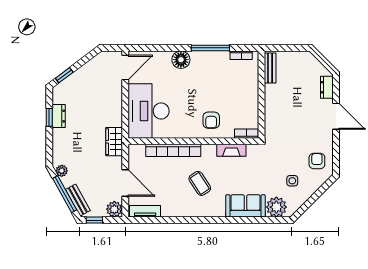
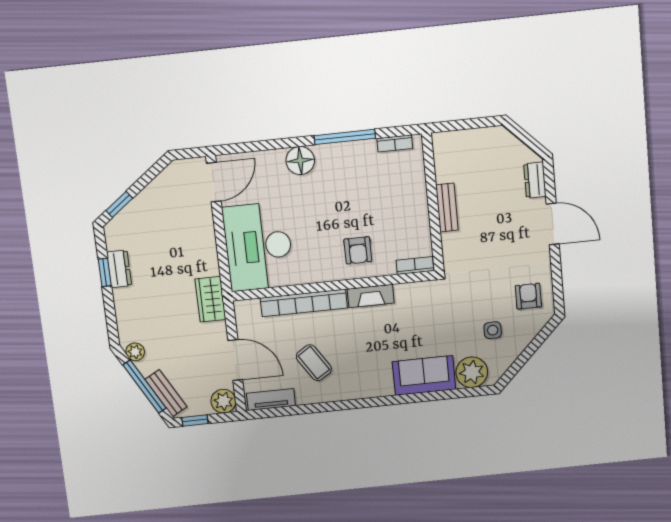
bench: (270, 68) -> (447, 207), moved
fireplace: (231, 150) -> (371, 296), moved
coffee table: (200, 183) -> (314, 363), moved

